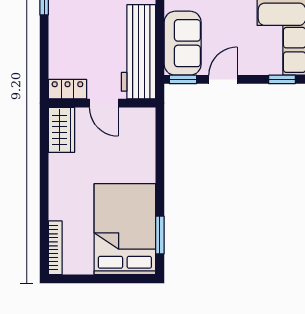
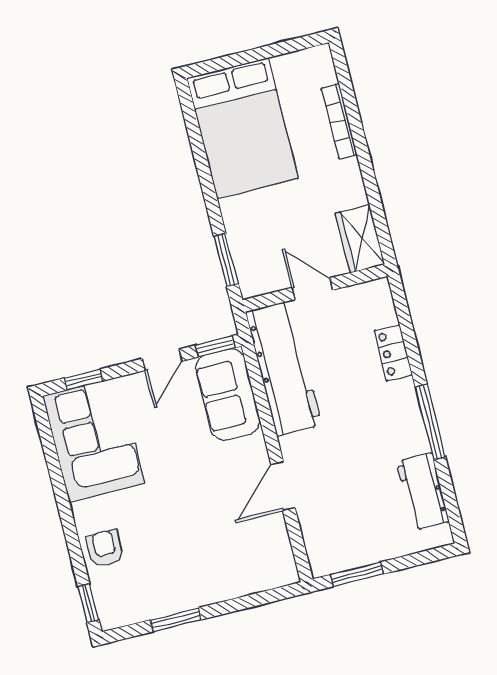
locker: (67, 89) -> (393, 353), moved, turned 90
window: (160, 235) -> (226, 260), moved
bookcase: (55, 248) -> (339, 121), moved

